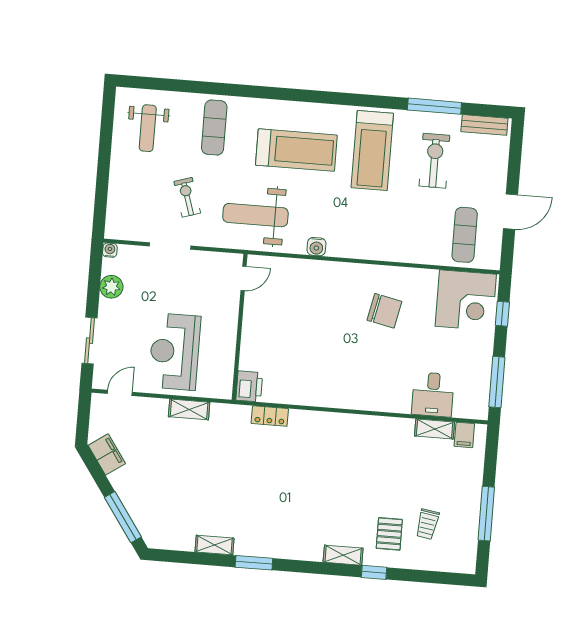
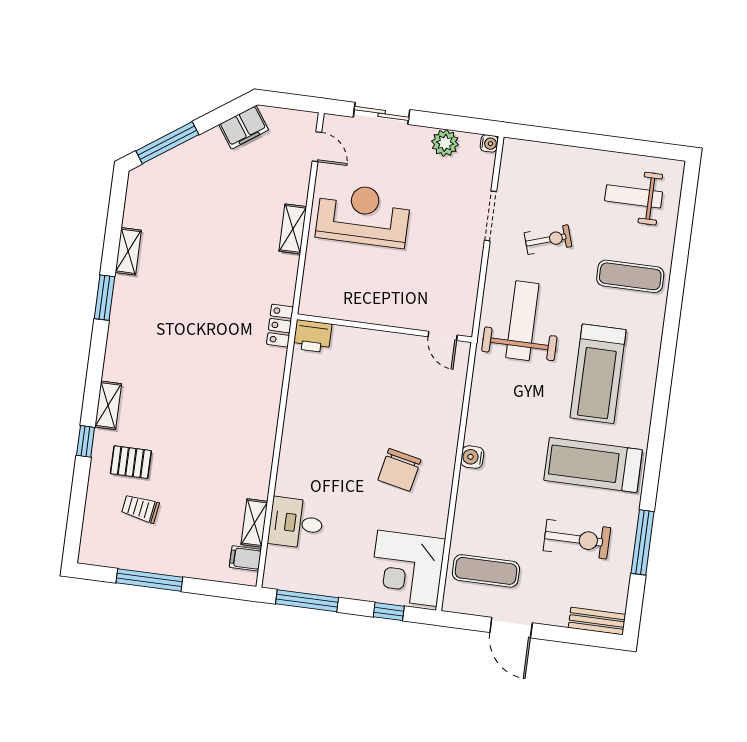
bench: (484, 125) -> (597, 621), moved, turned 90
water cooler: (316, 247) -> (472, 457), moved
door: (244, 278) -> (443, 336), moved
wall: (240, 327) -> (384, 328), moved
printer: (249, 386) -> (312, 336), moved

